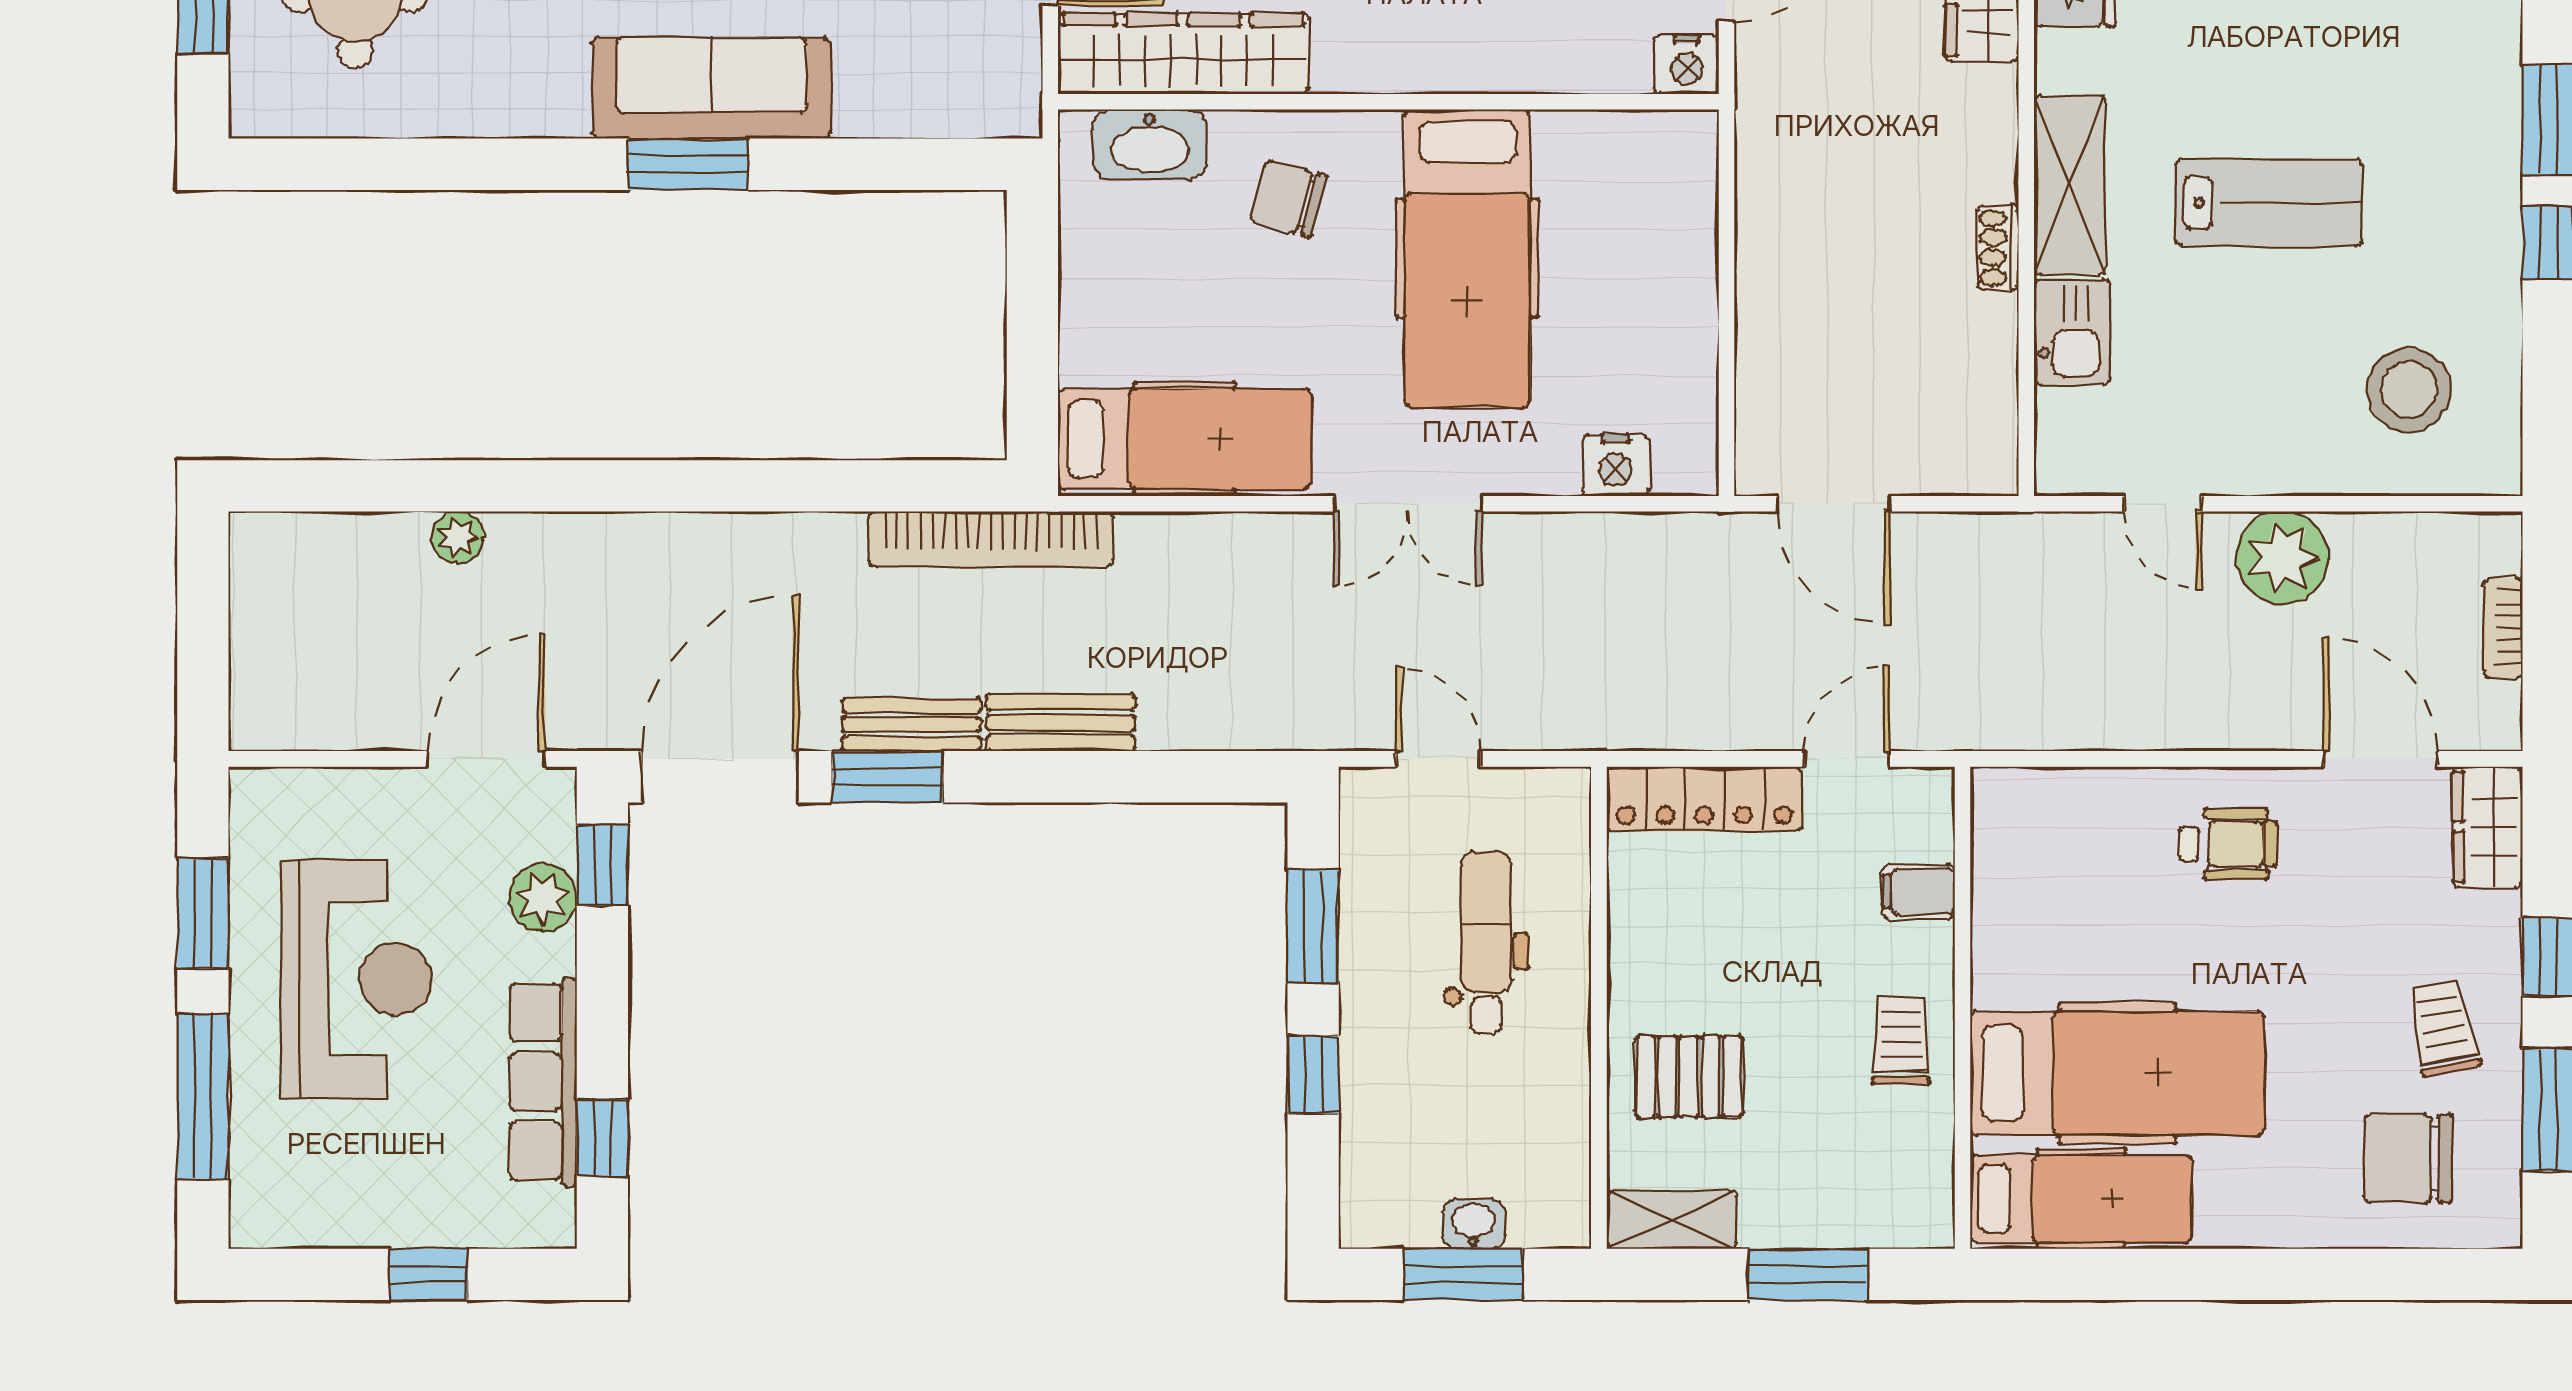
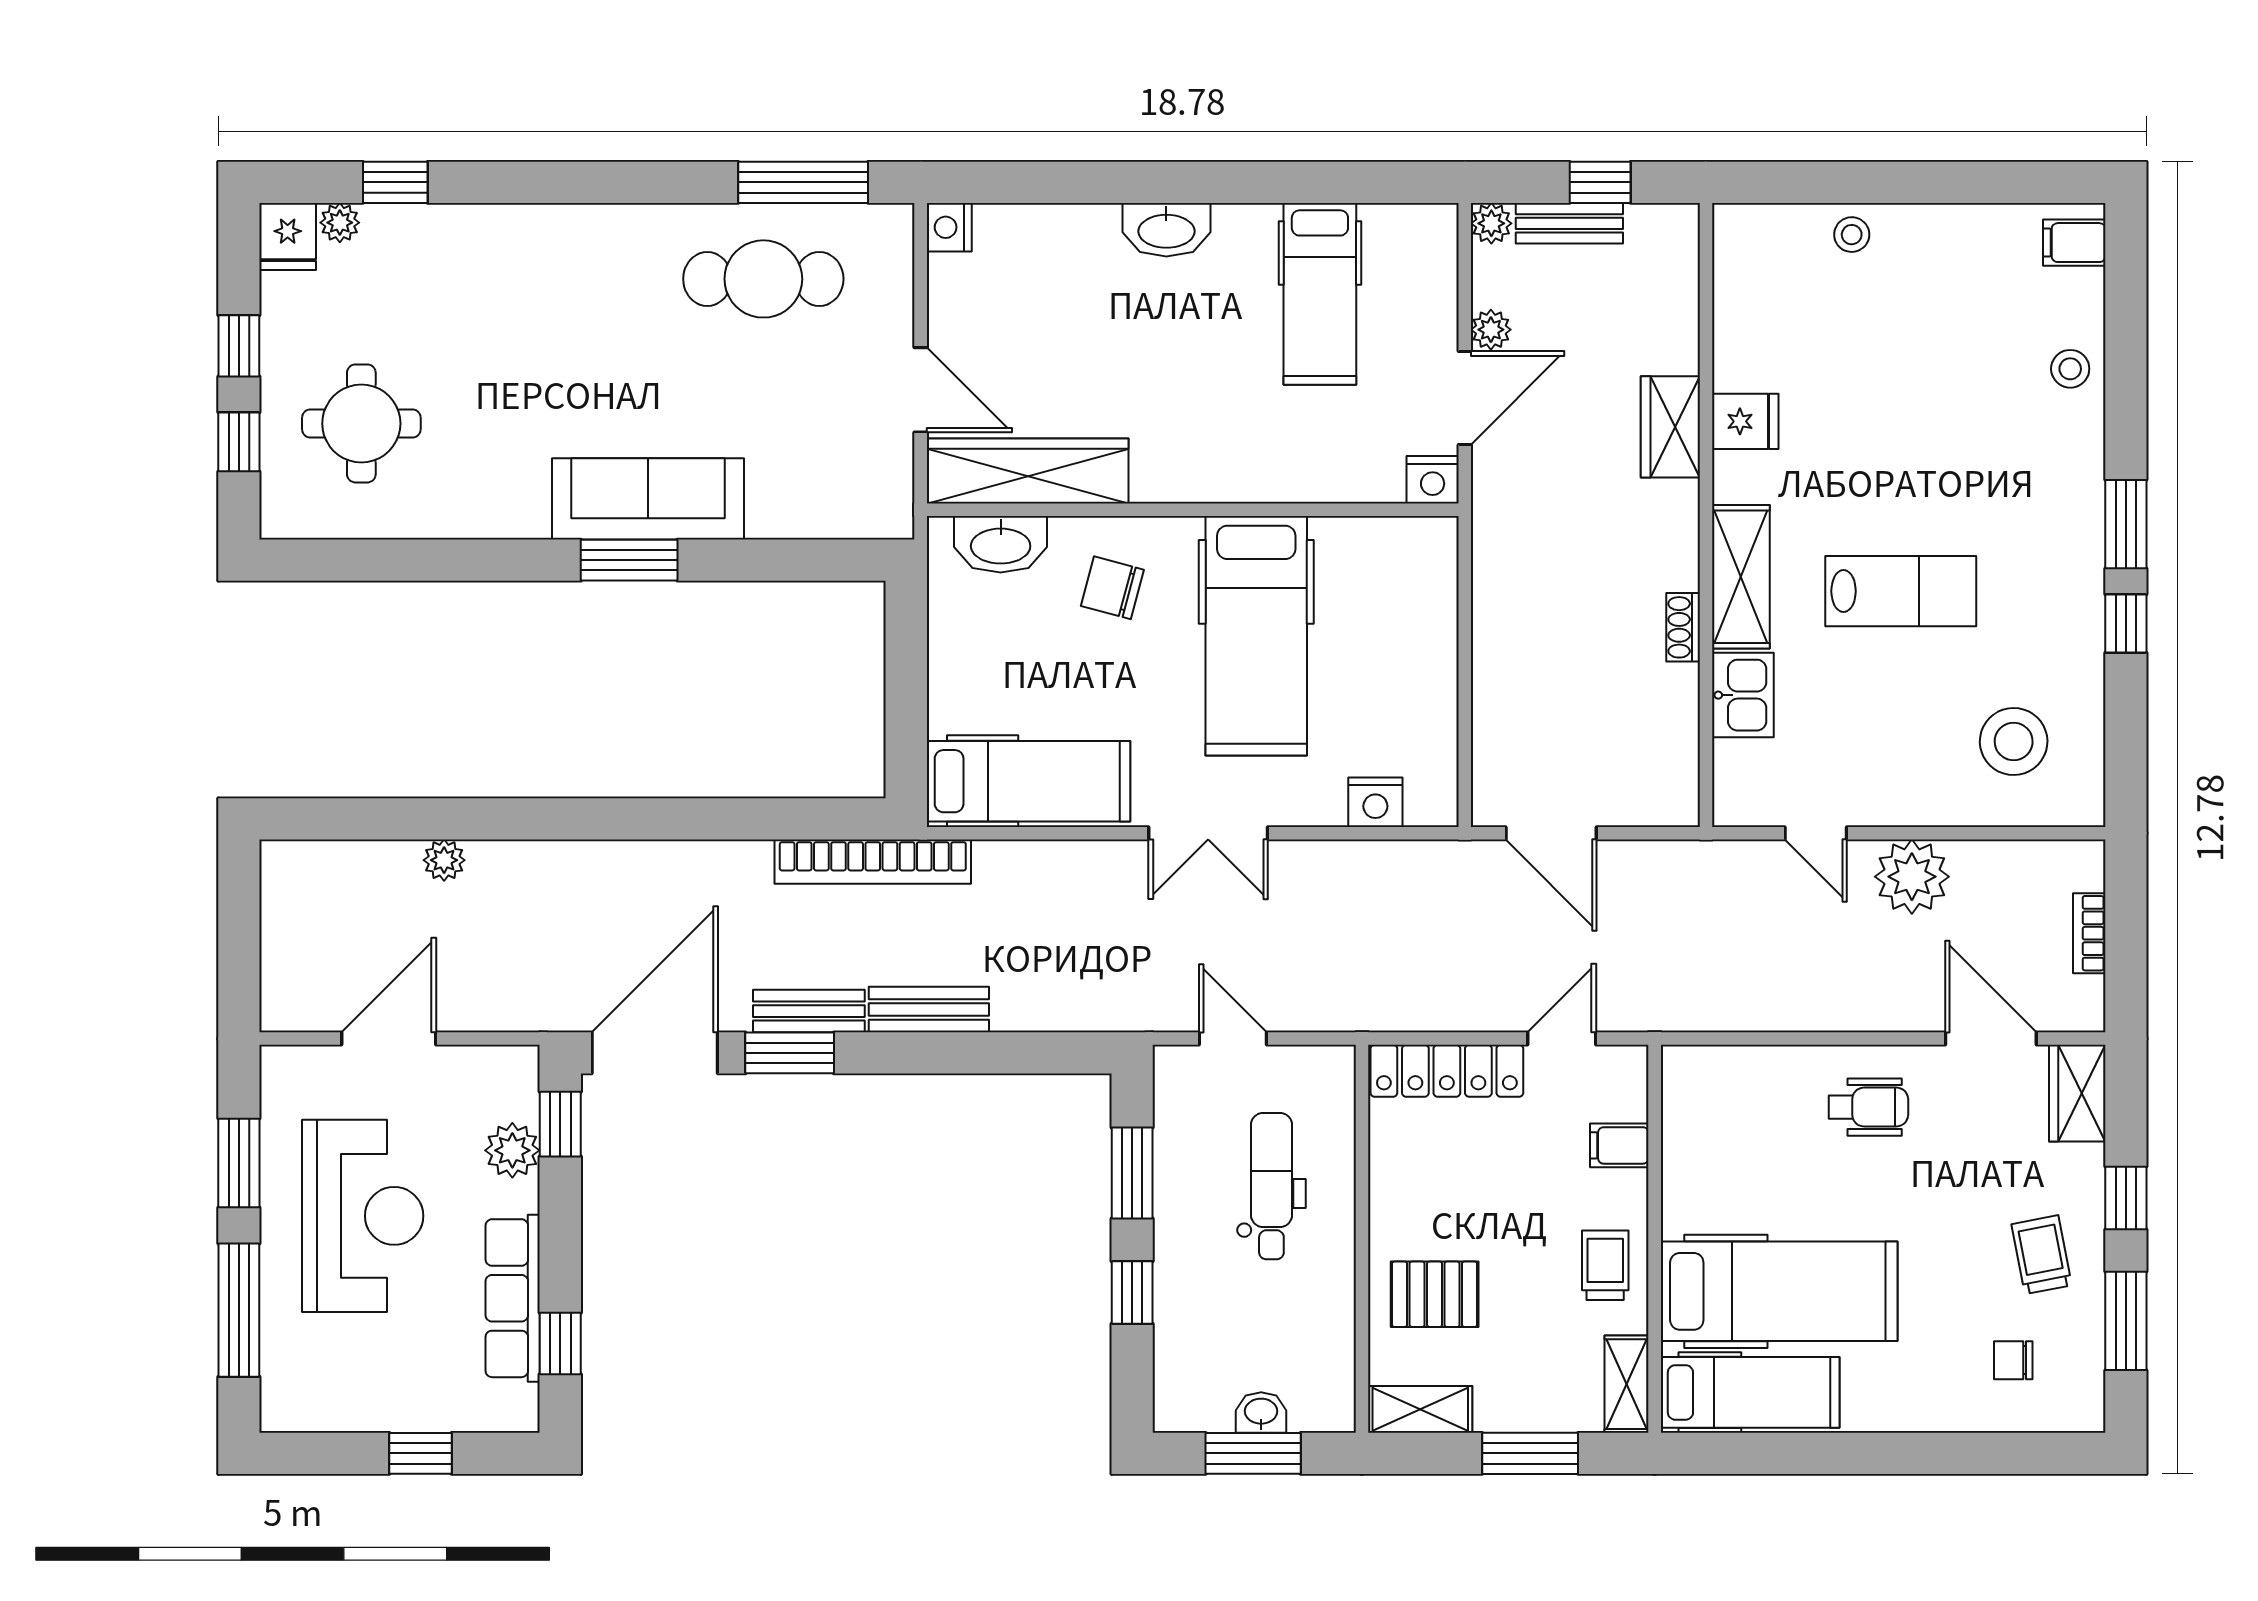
door: (486, 759) -> (389, 1039), moved
chair: (2408, 1159) -> (2013, 1360), width x0.54, depth x0.54
shelving: (1928, 1188) -> (1627, 1384), added

